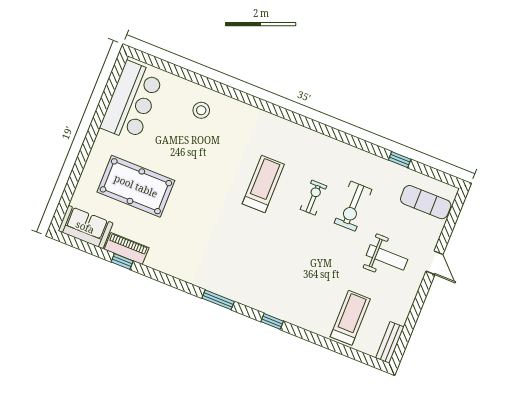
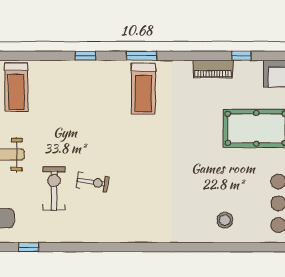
treadmill: (263, 184) -> (143, 89), moved
exercise bike: (314, 198) -> (92, 182), turned -81
piano: (127, 249) -> (213, 69), moved

